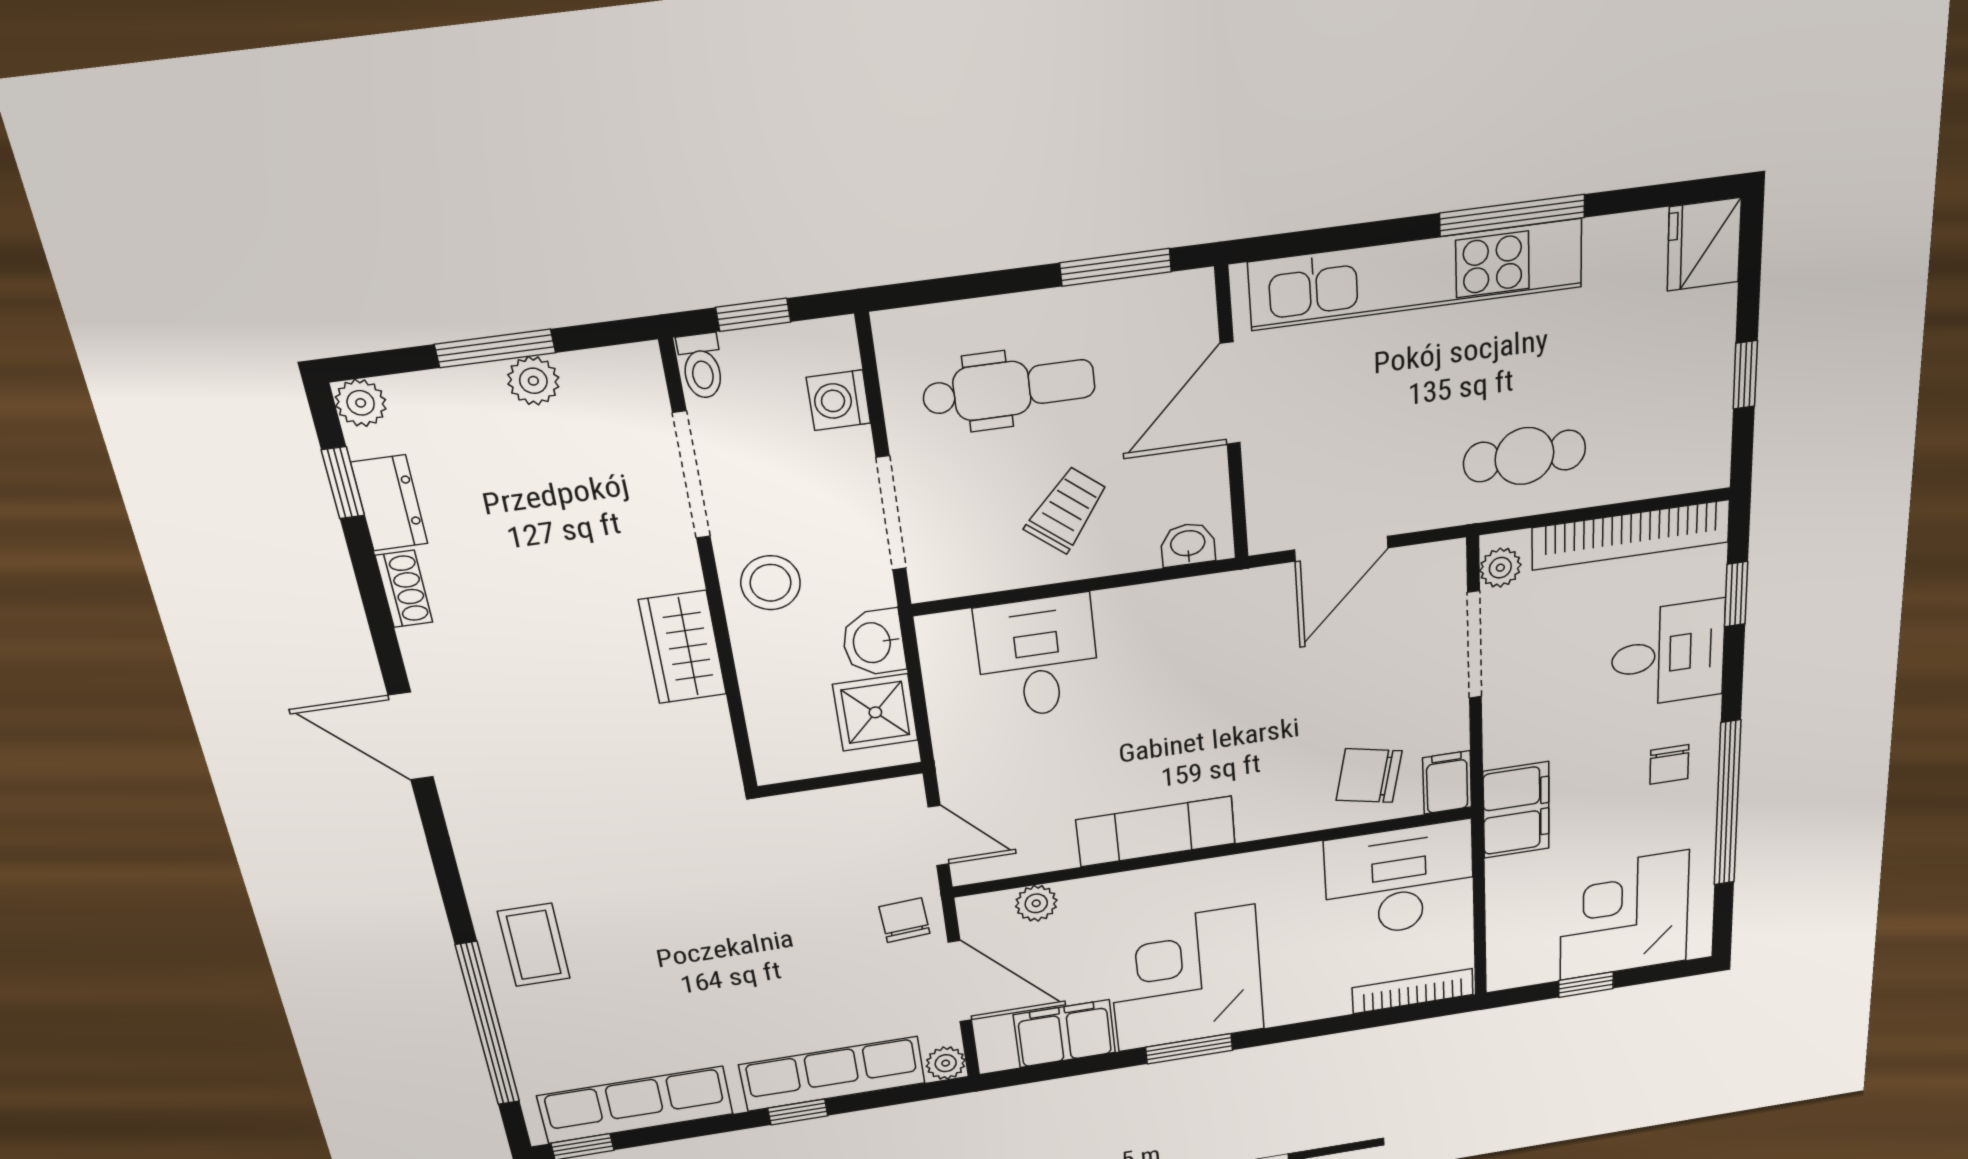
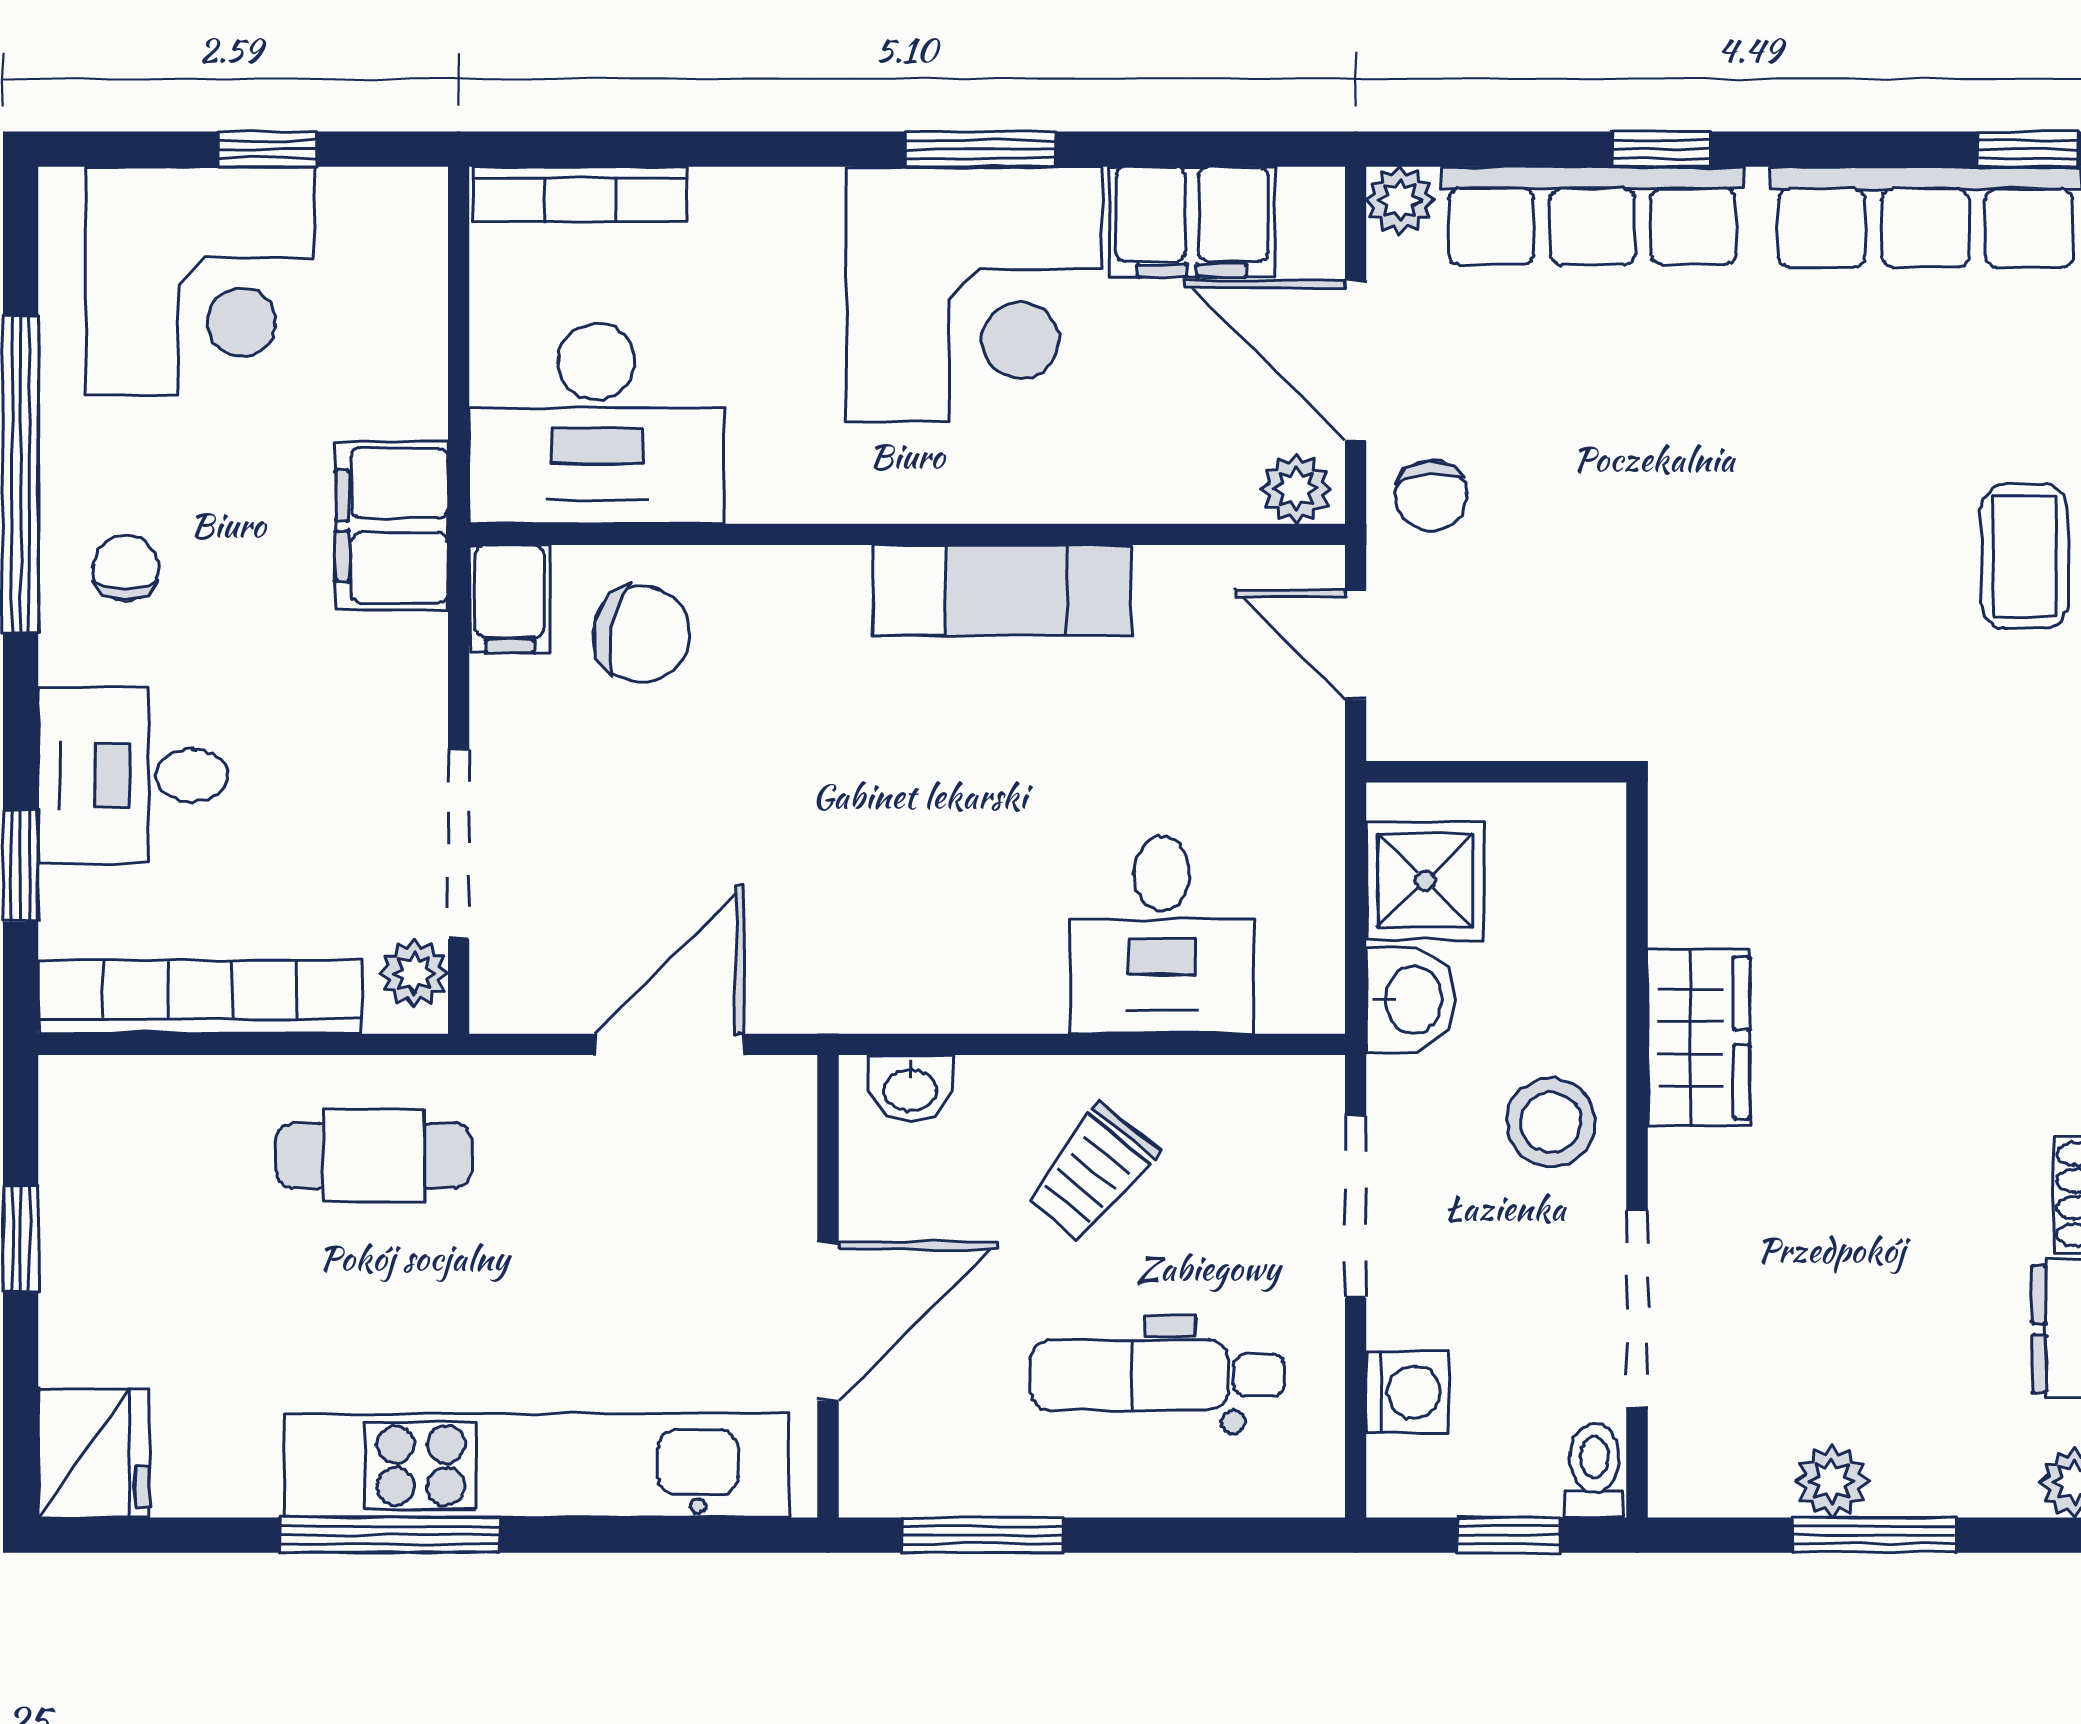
plant: (1036, 903) -> (1296, 489), moved

